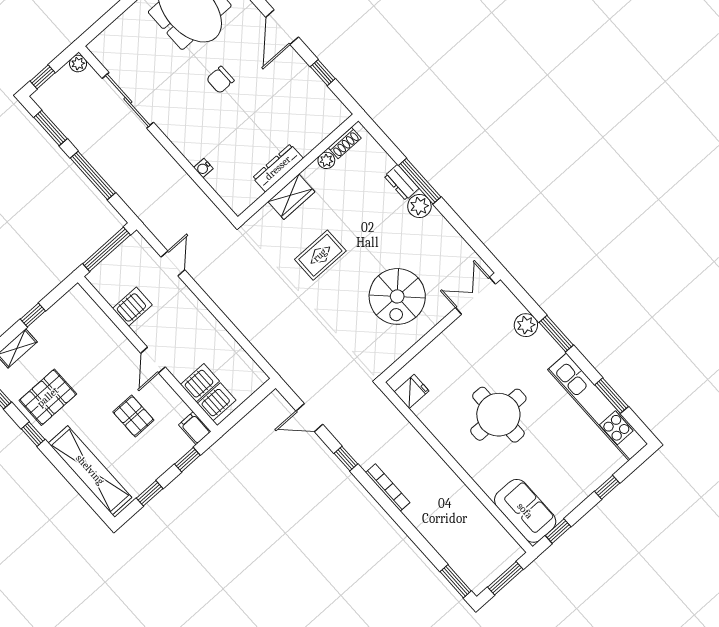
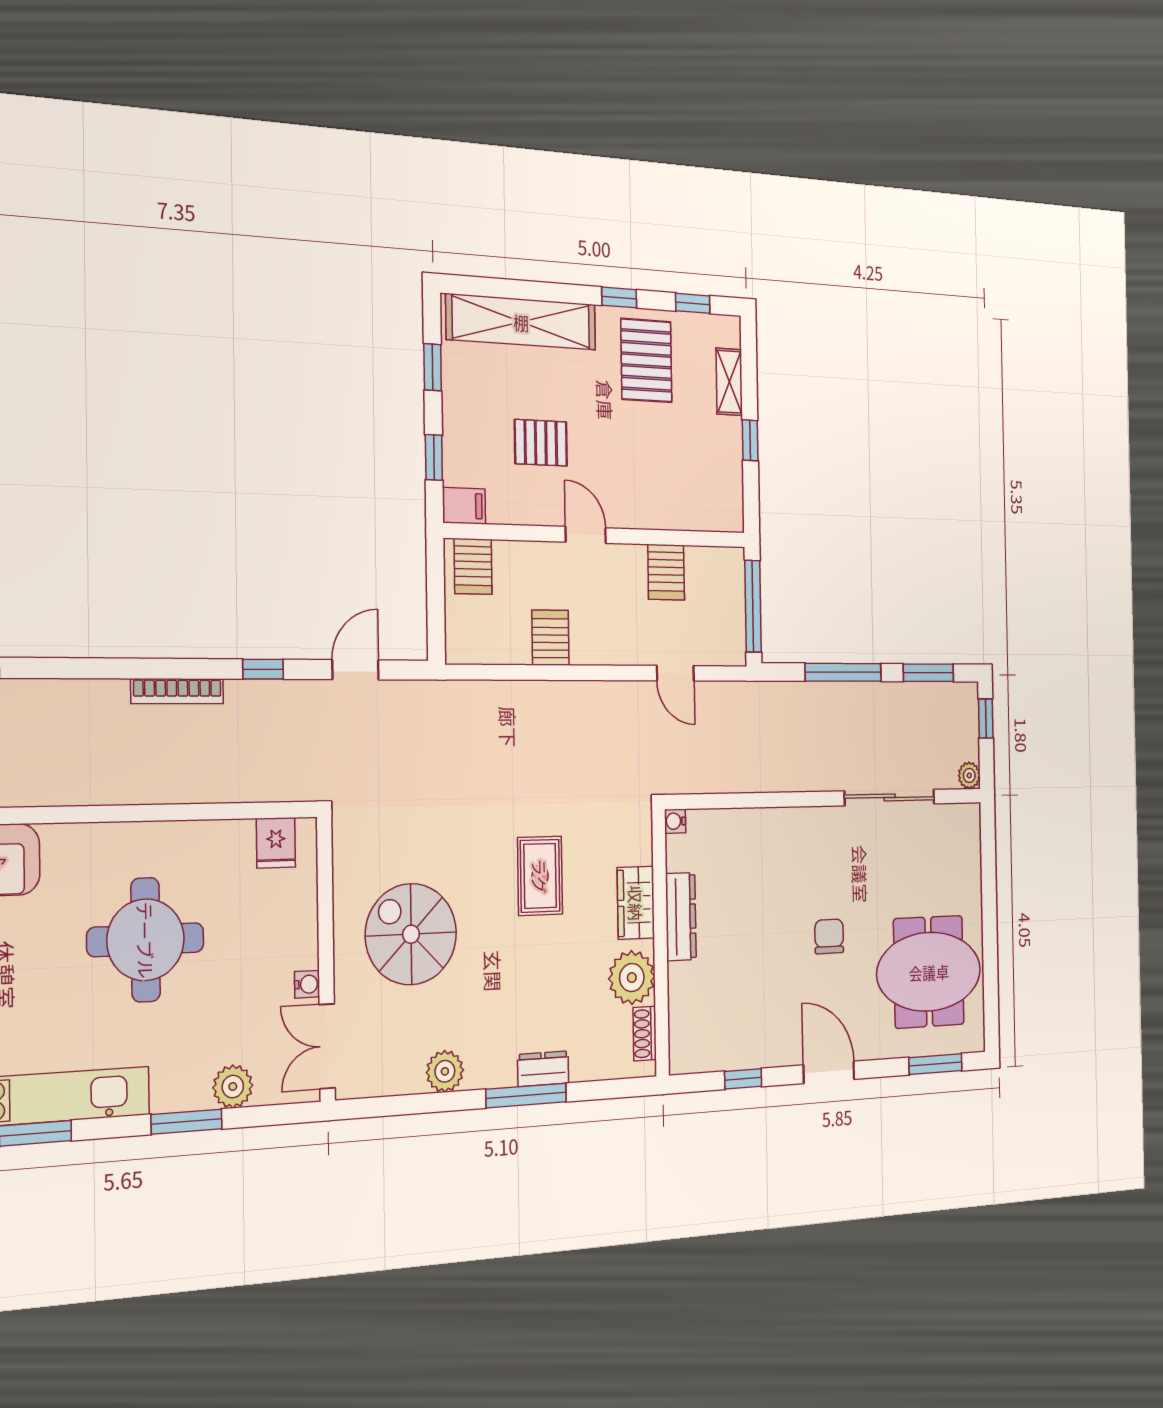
plant: (326, 160) -> (632, 978), width x1.88, depth x1.88
water cooler: (203, 168) -> (675, 821), moved, turned -90
plant: (419, 206) -> (445, 1071), moved
double door: (475, 296) -> (327, 1046), swing flipped
water cooler: (458, 327) -> (307, 984), added
server rack: (200, 383) -> (550, 638), moved, turned 180

